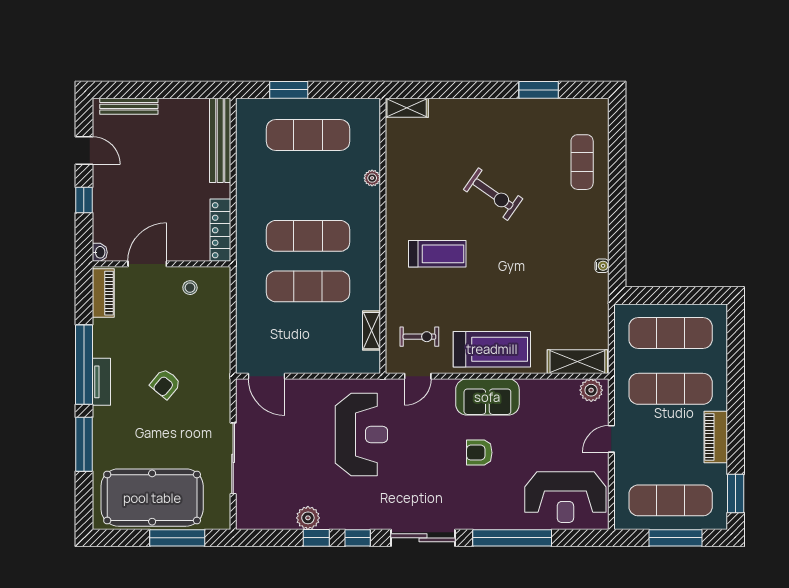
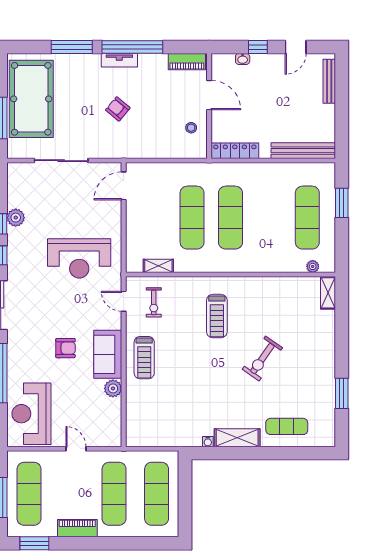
plant: (372, 178) -> (313, 266), moved
washbasin: (100, 252) -> (243, 59), moved
treadmill: (492, 349) -> (144, 358), width x0.73, depth x0.73
shelving: (577, 362) -> (237, 438), moved, turned 90
plant: (591, 390) -> (113, 388), moved
armchair: (479, 453) -> (65, 348), turned 90

